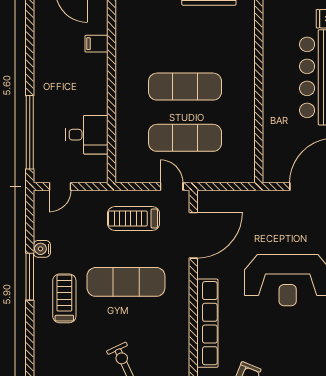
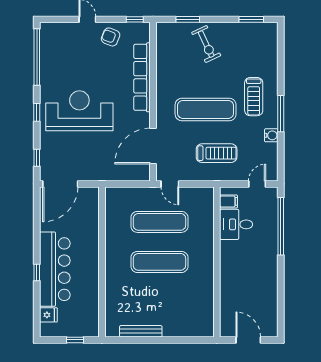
filing cabinet: (96, 44) -> (229, 201), moved
treadmill: (134, 218) -> (217, 153), moved

